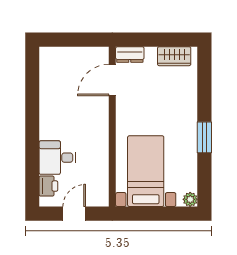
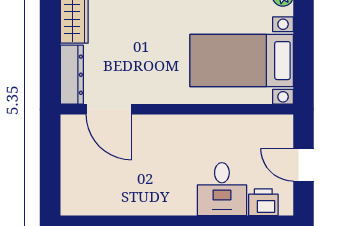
dresser: (130, 55) -> (72, 75), width x1.44

